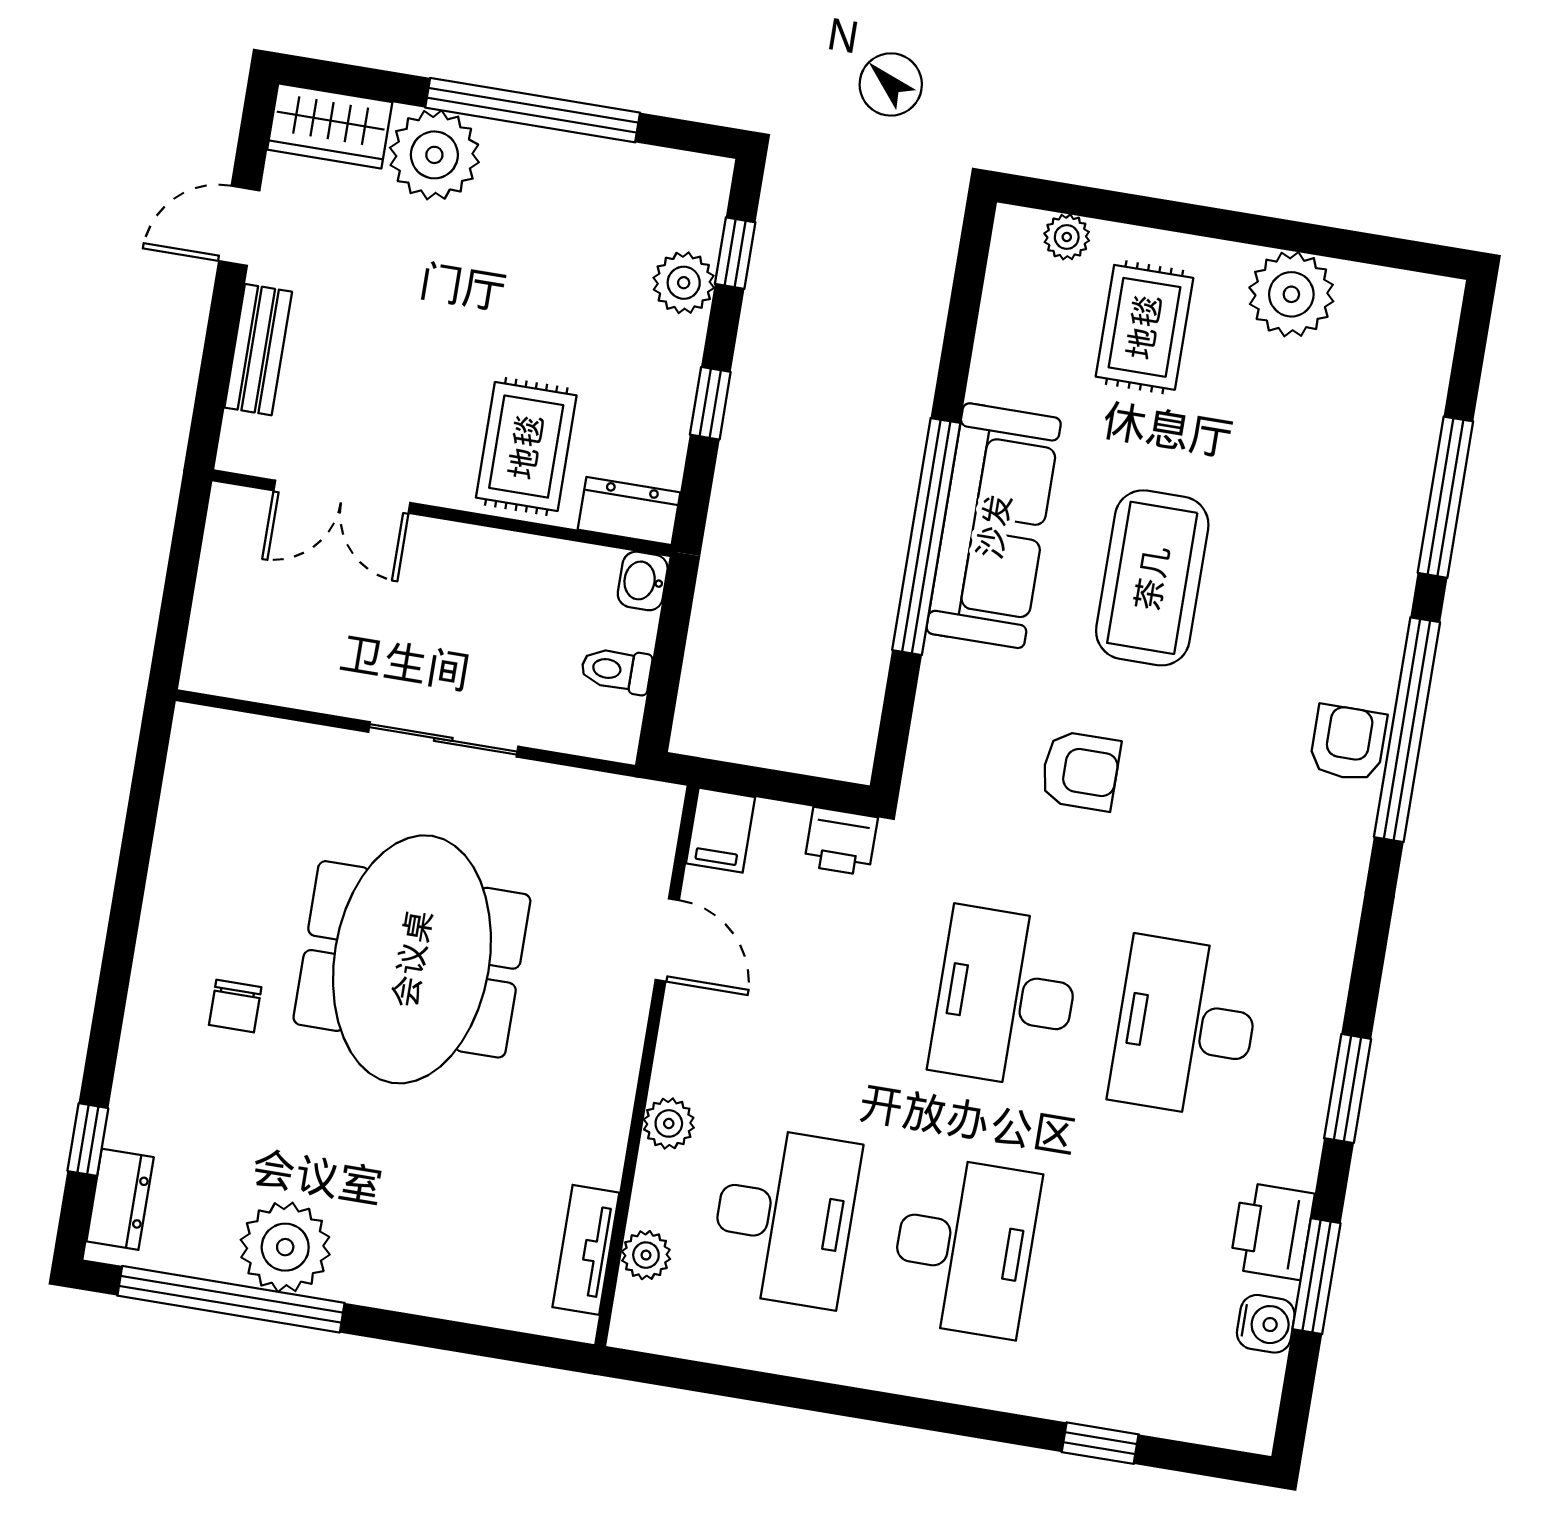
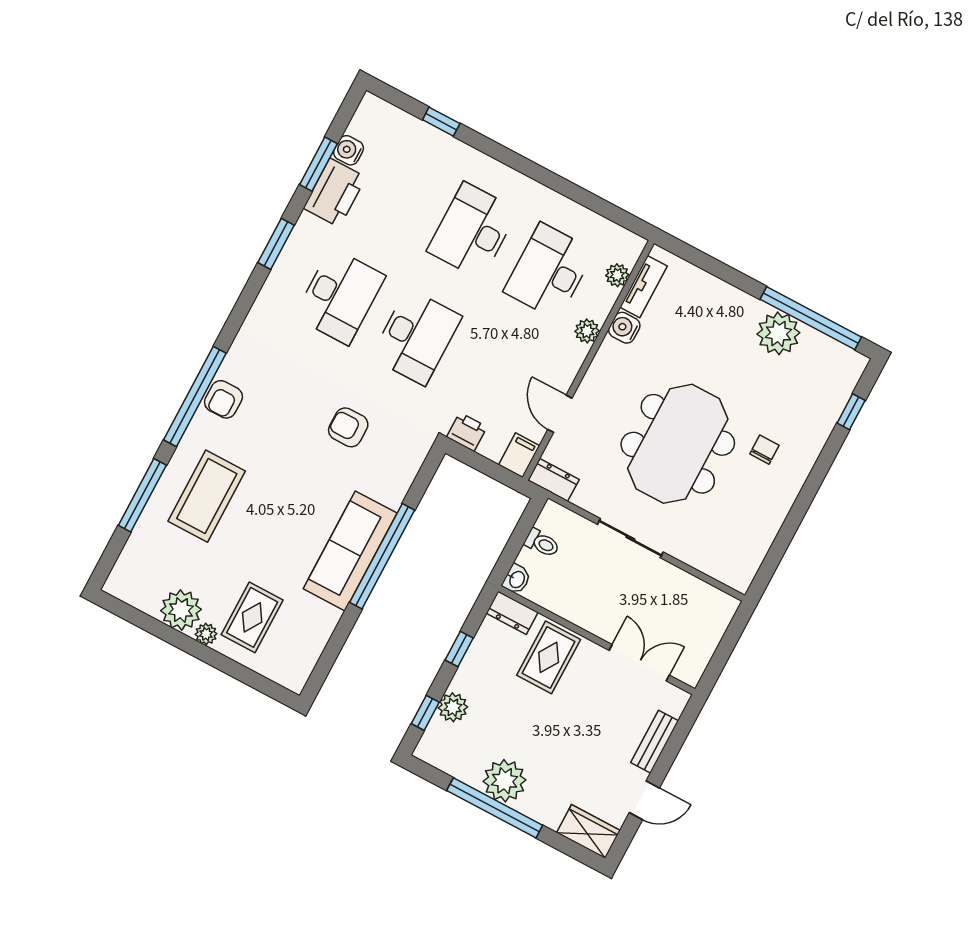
plant: (434, 155) -> (505, 781), moved
plant: (1067, 237) -> (206, 634), moved
coffee table: (1152, 578) -> (207, 496), moved
water cooler: (597, 1155) -> (624, 328), added
dresser: (120, 1199) -> (554, 480), moved, turned 90
printer: (1272, 1231) -> (335, 193), width x1.37, depth x1.19

